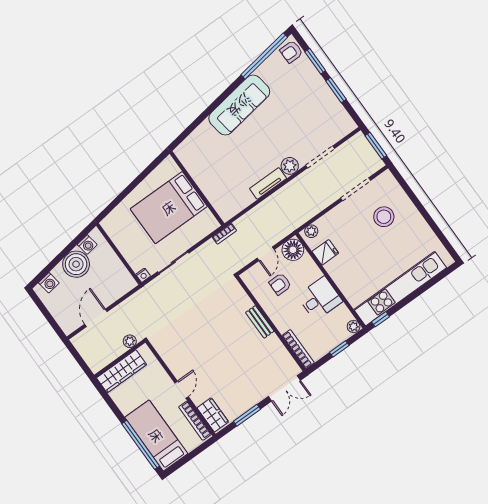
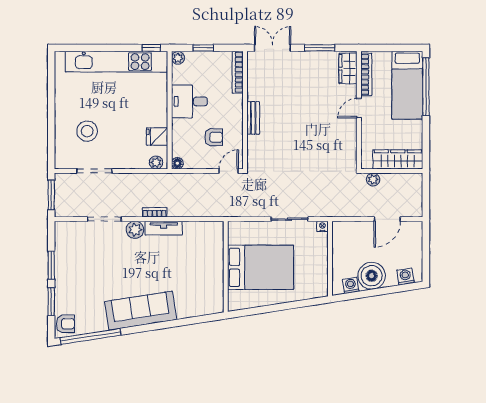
bookcase: (224, 234) -> (155, 212), moved
floor lamp: (293, 250) -> (177, 163), width x0.53, depth x0.53
door: (266, 254) -> (229, 171), moved

